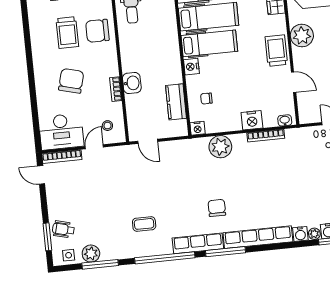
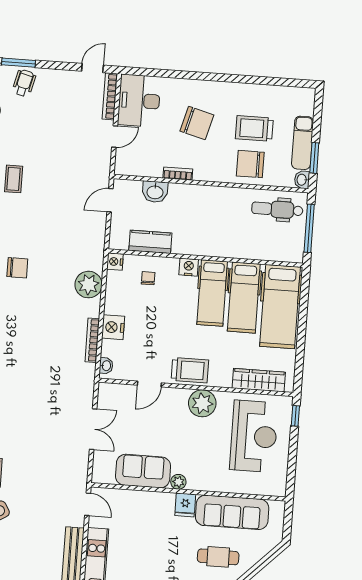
chair: (97, 31) -> (250, 164), turned -90
washbasin: (132, 83) -> (155, 192), moved
stool: (107, 126) -> (137, 156), removed
door: (94, 147) -> (115, 136), hinge flipped

